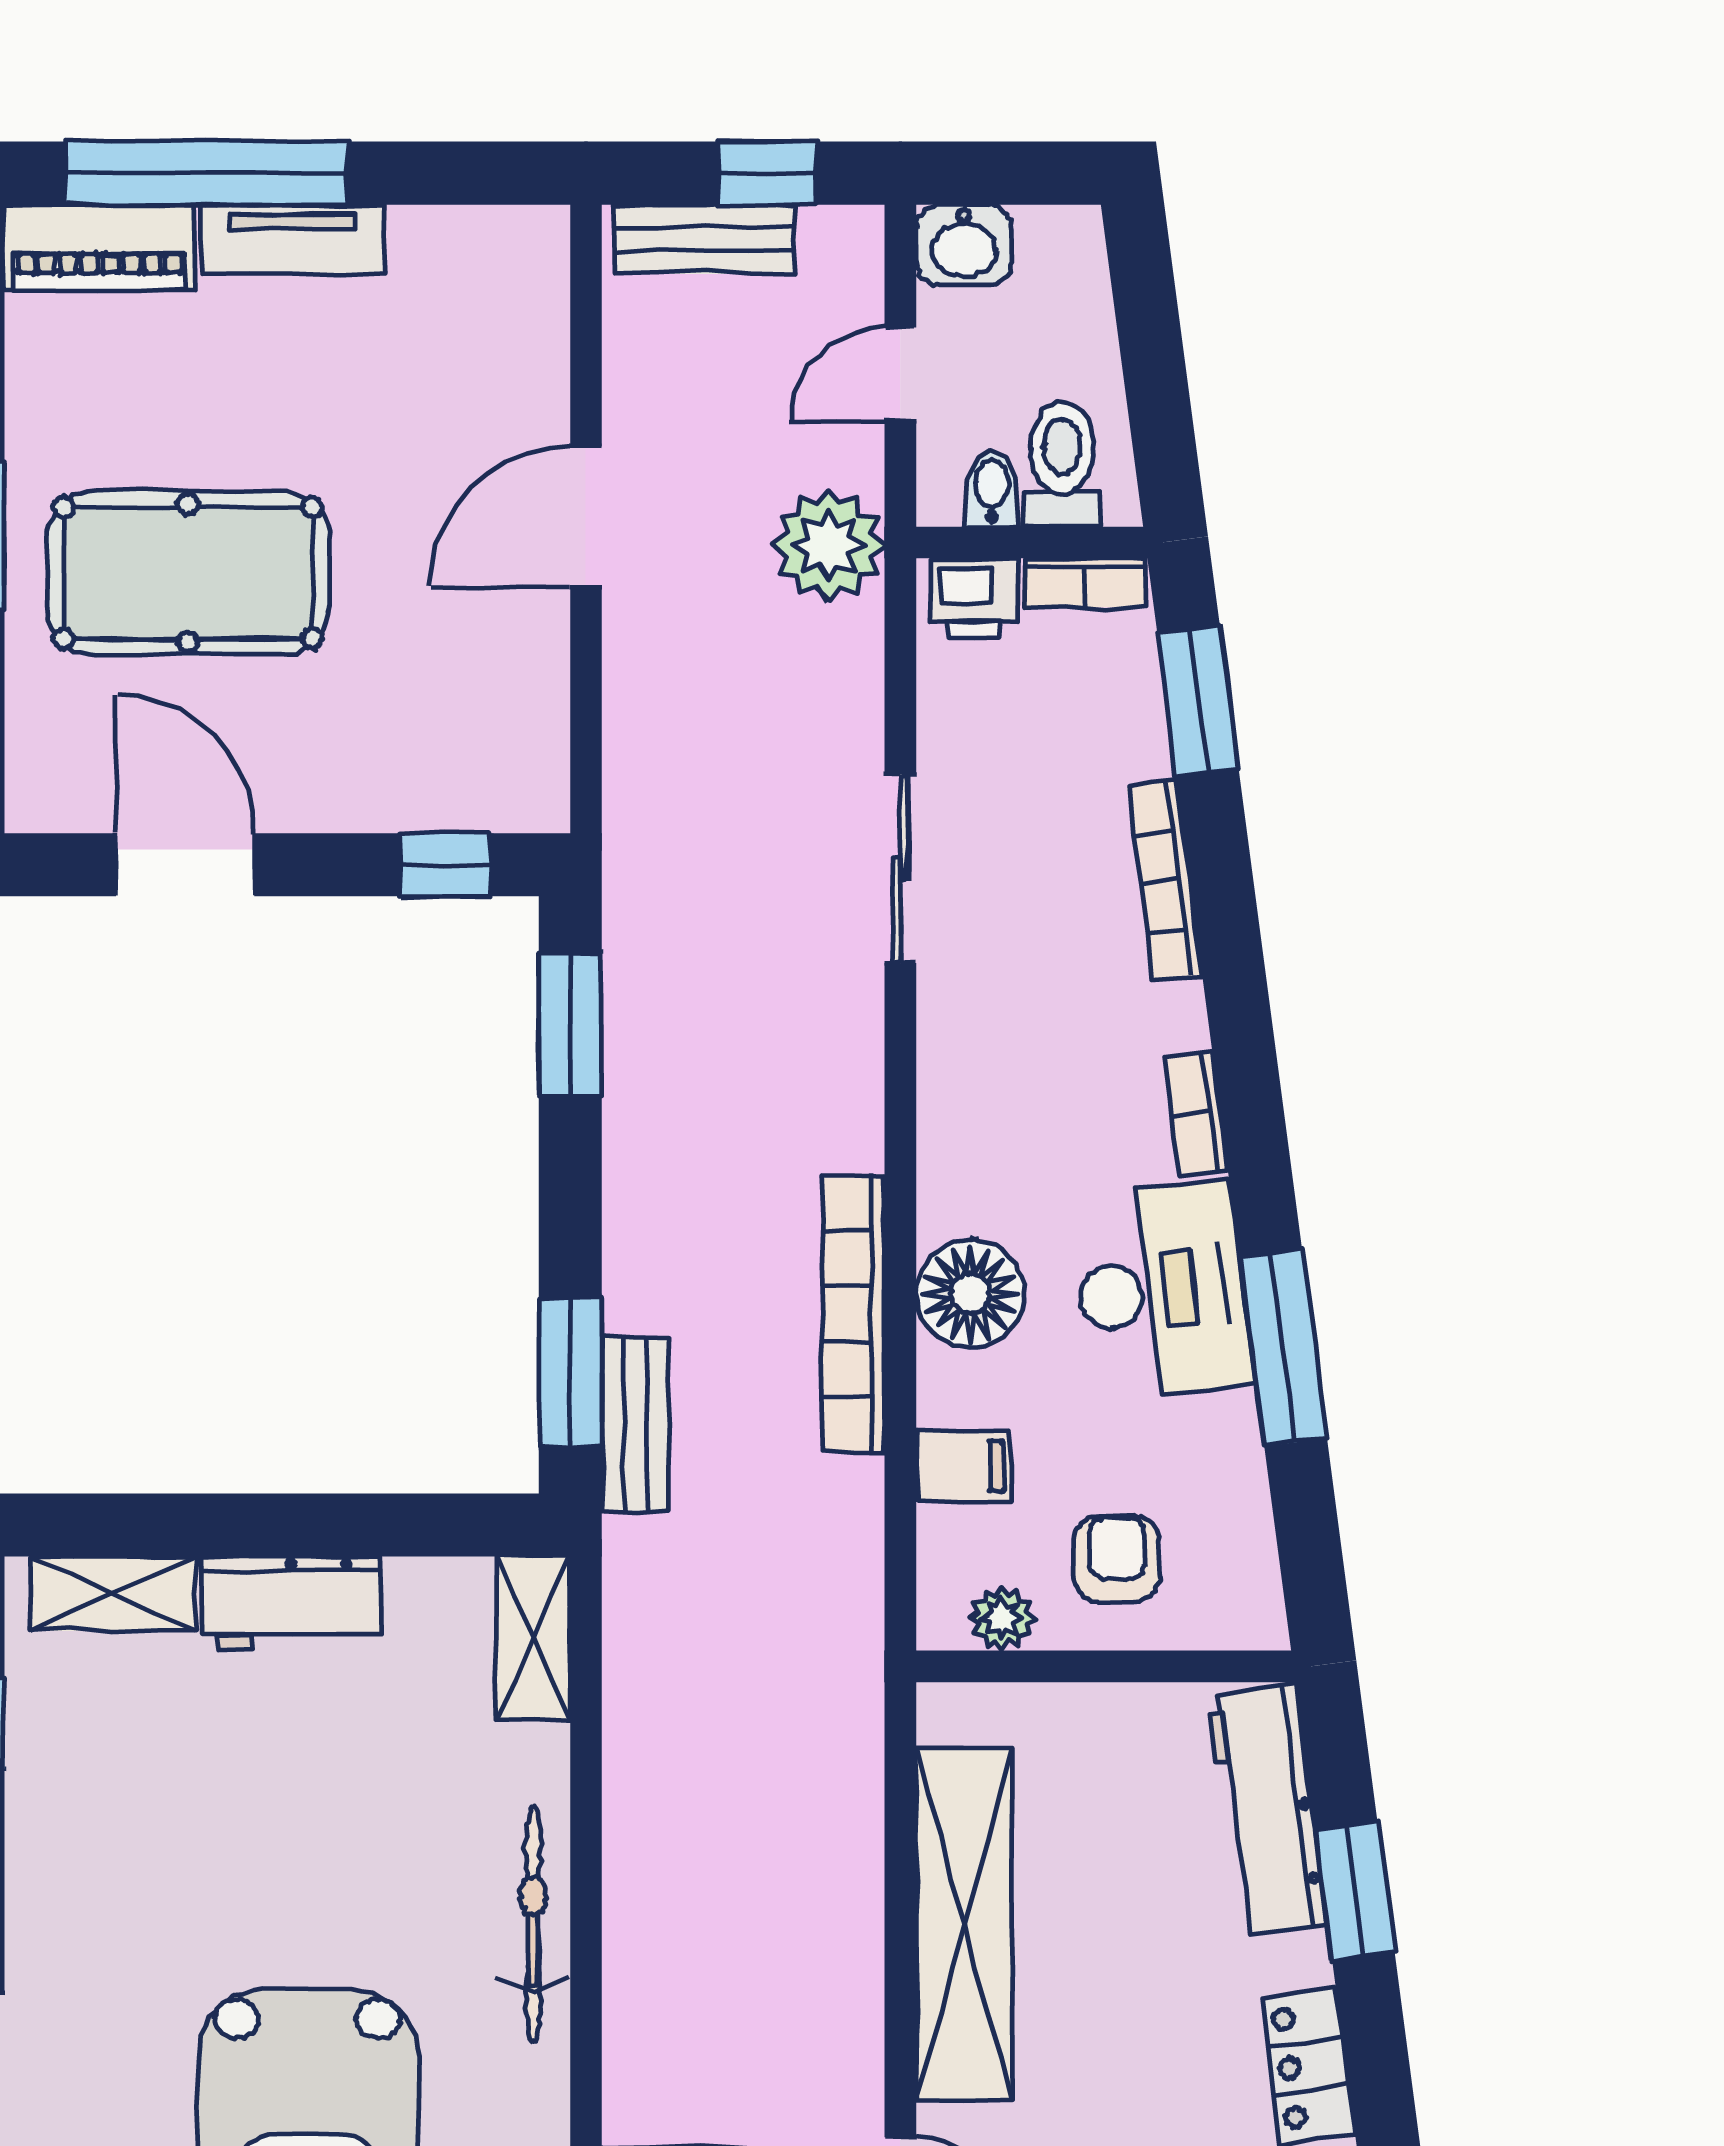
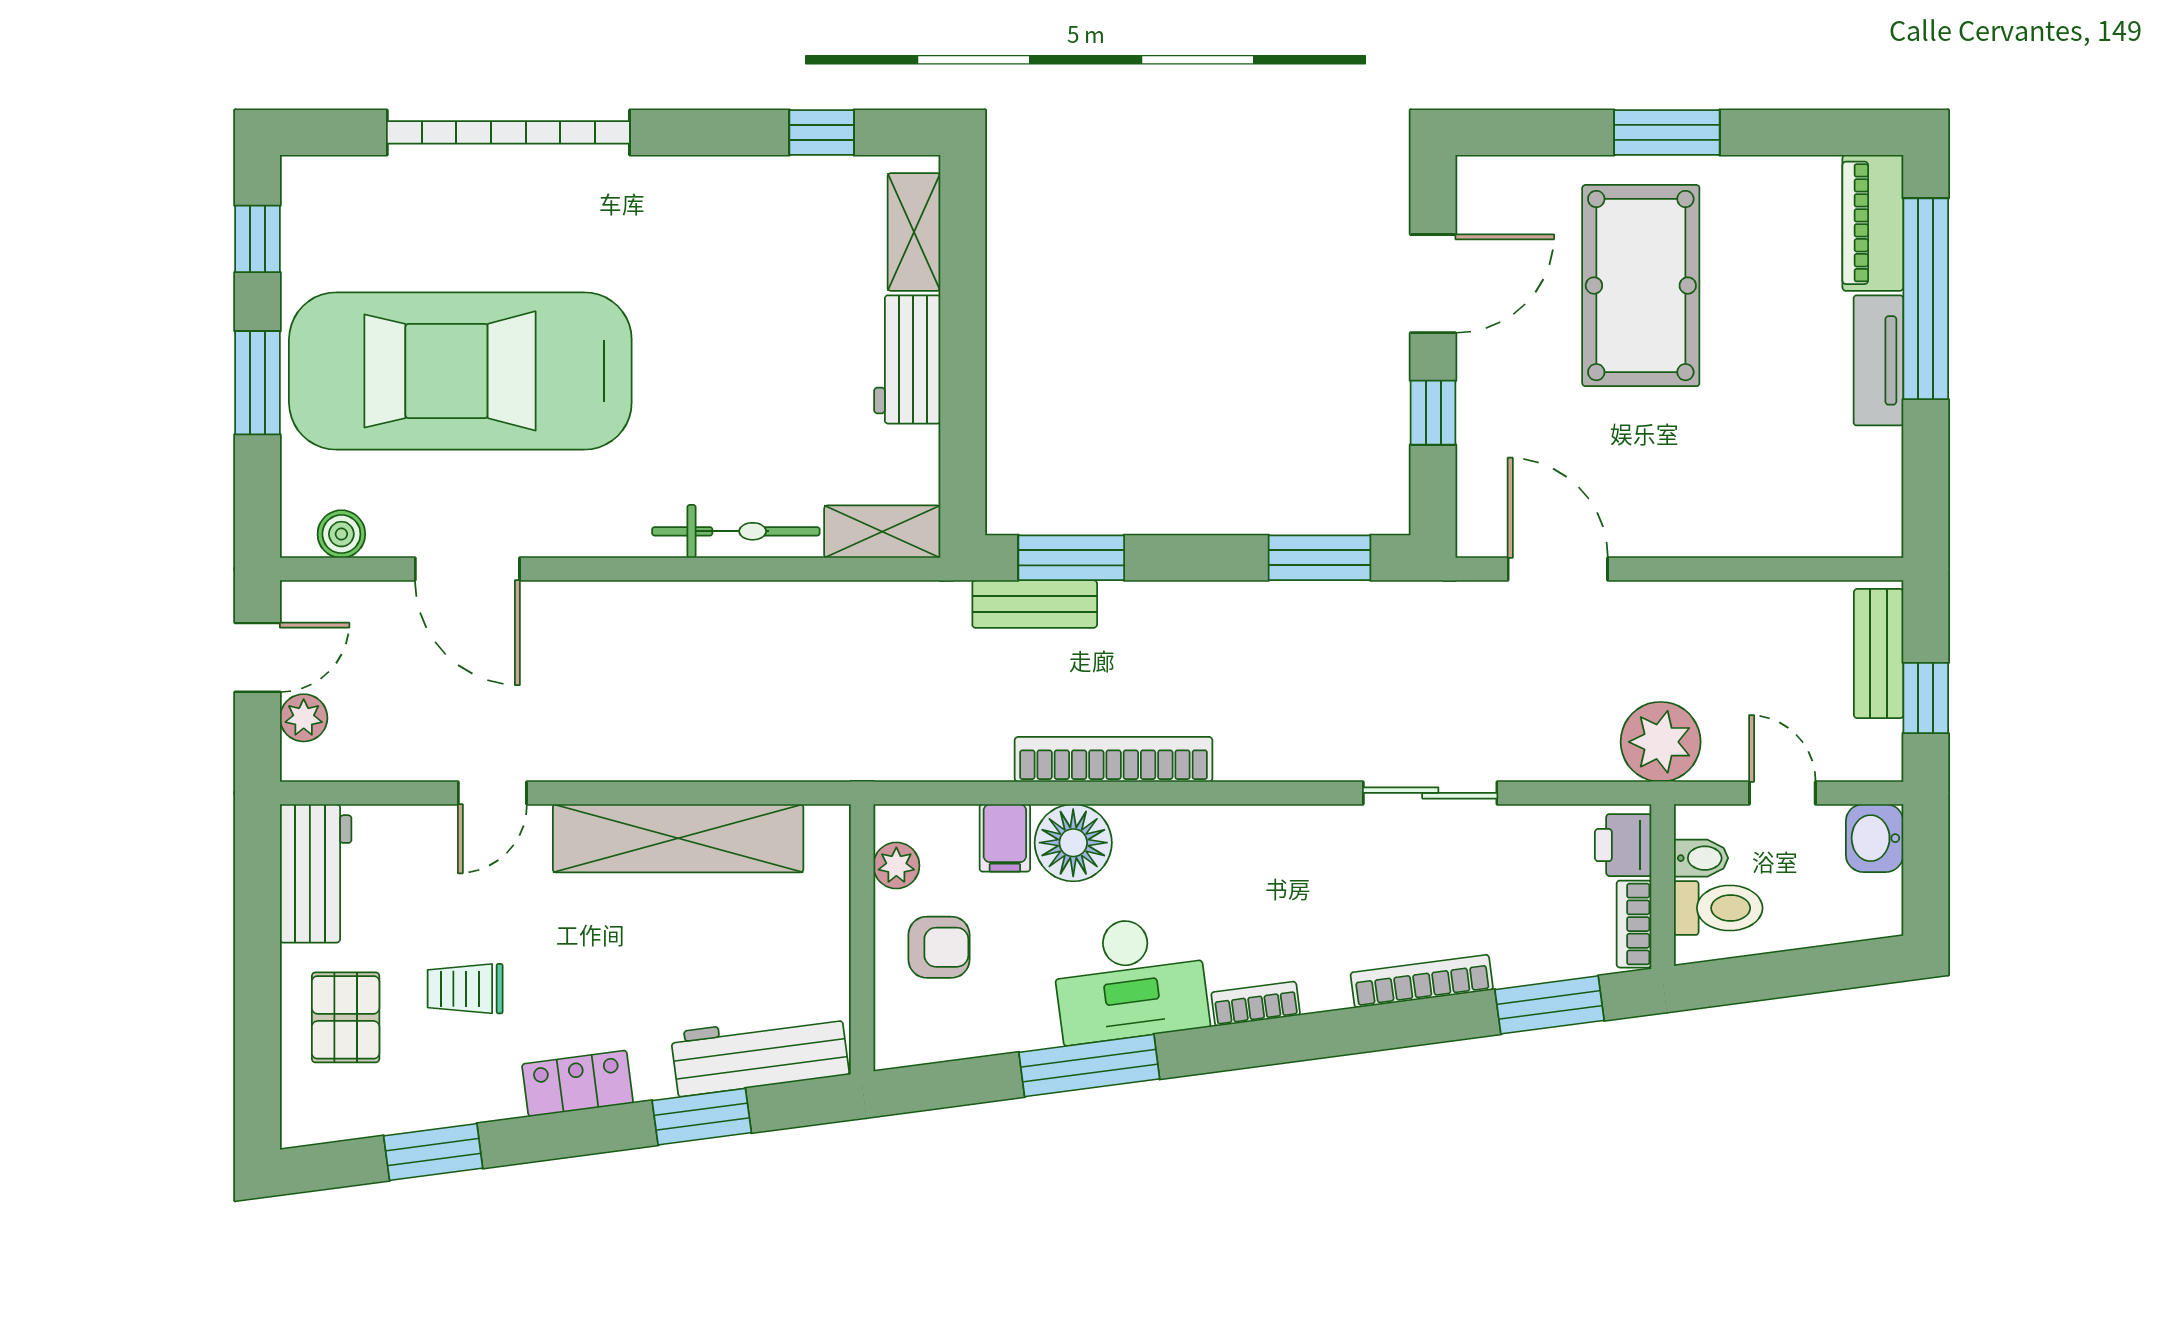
door: (586, 517) -> (1558, 569), moved
window: (445, 865) -> (1433, 413), moved
floor lamp: (970, 1294) -> (1073, 843), moved
bicycle: (533, 1924) -> (736, 531), moved

